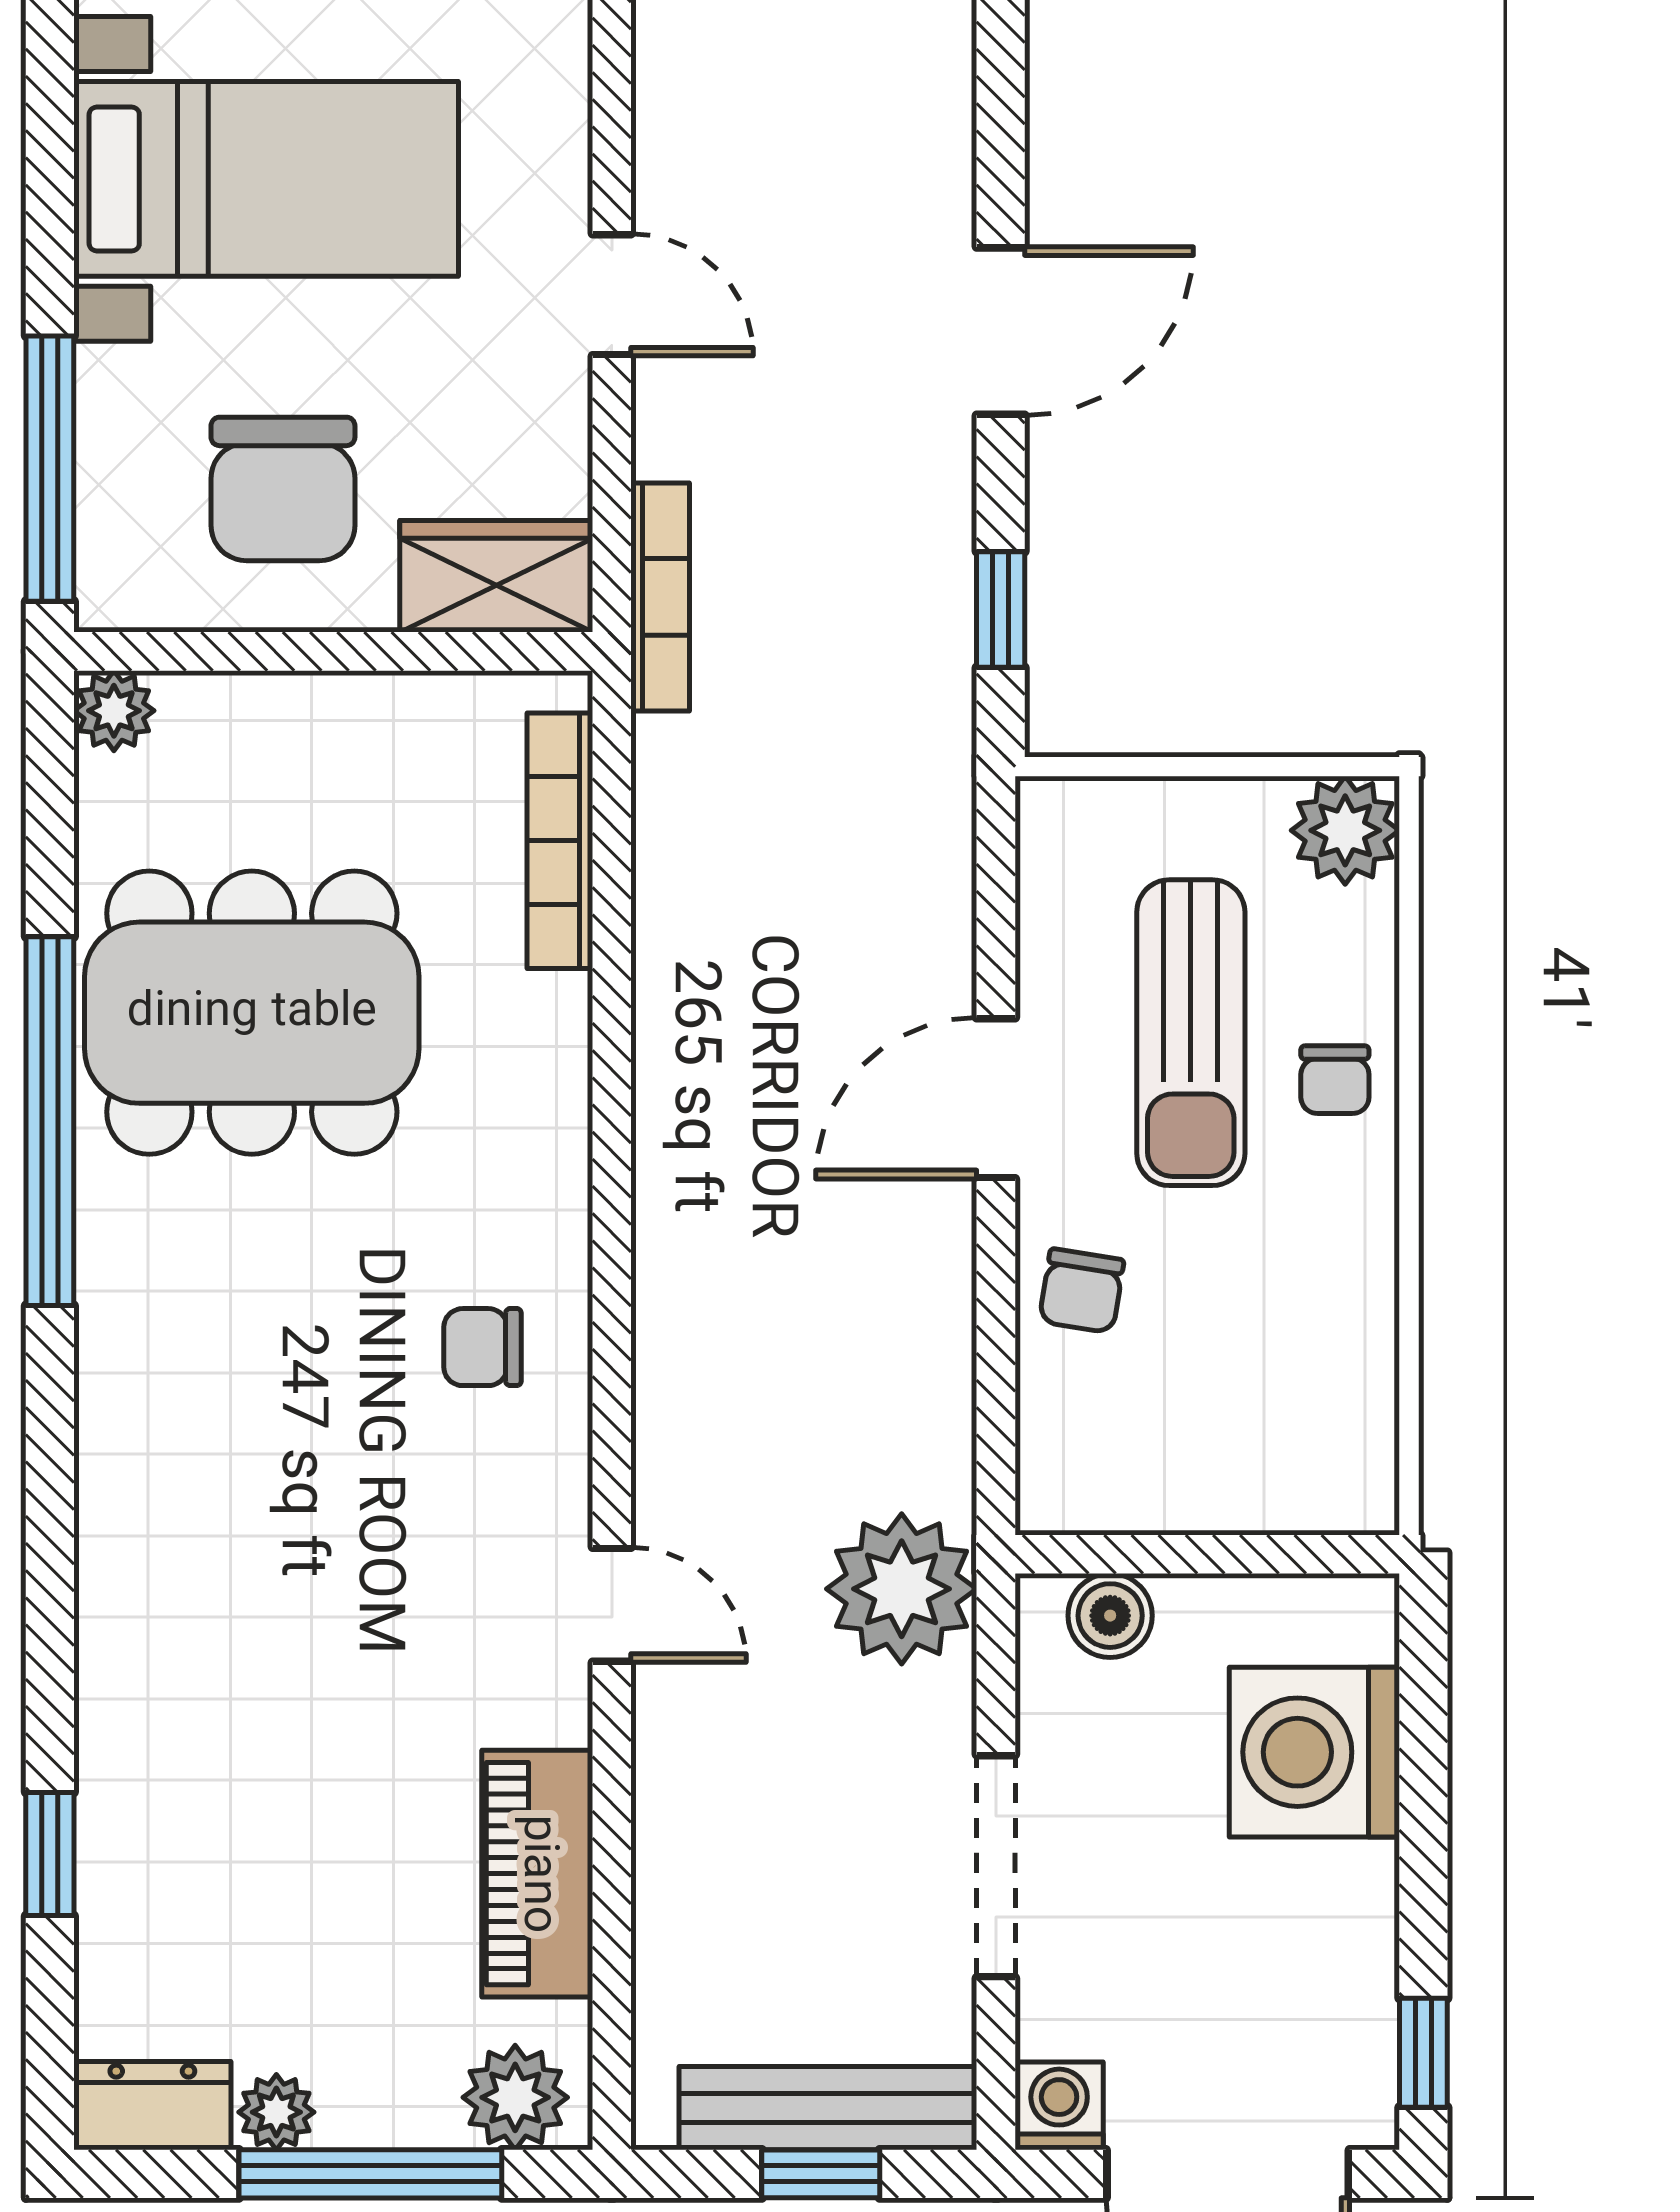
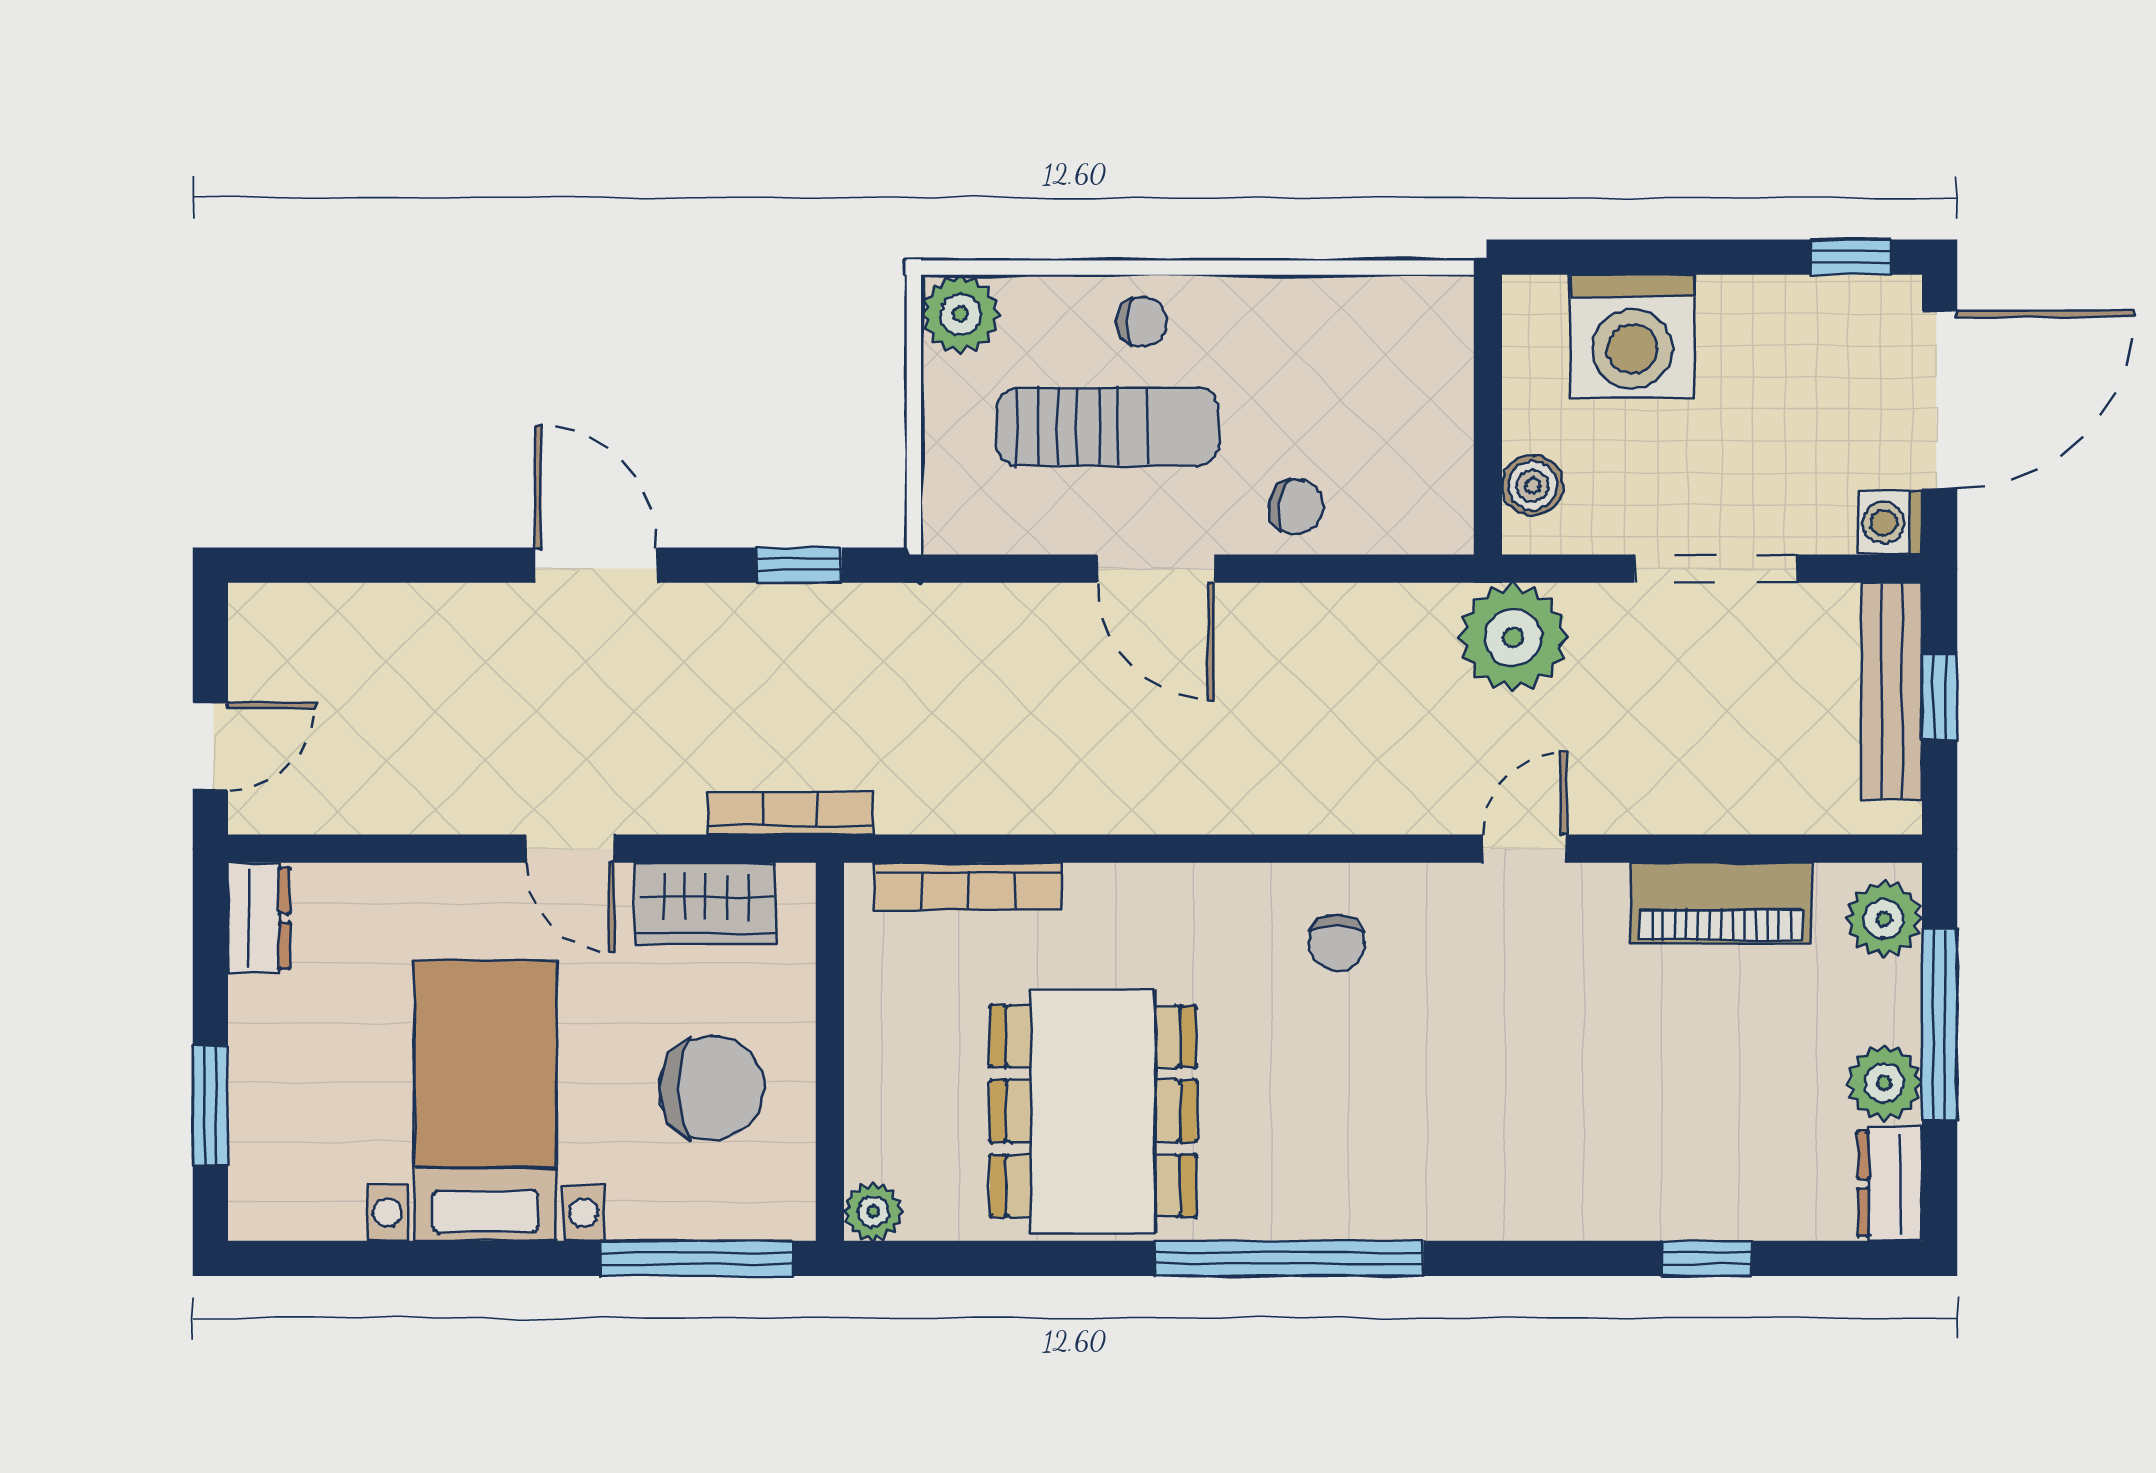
door: (612, 295) -> (570, 849), swing flipped
wardrobe: (496, 576) -> (705, 903), moved, turned -90
window: (50, 1121) -> (1289, 1258), moved
plant: (276, 2112) -> (1884, 1083), width x1.38, depth x1.38

